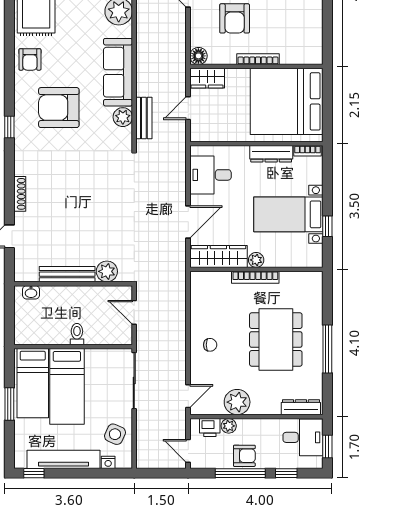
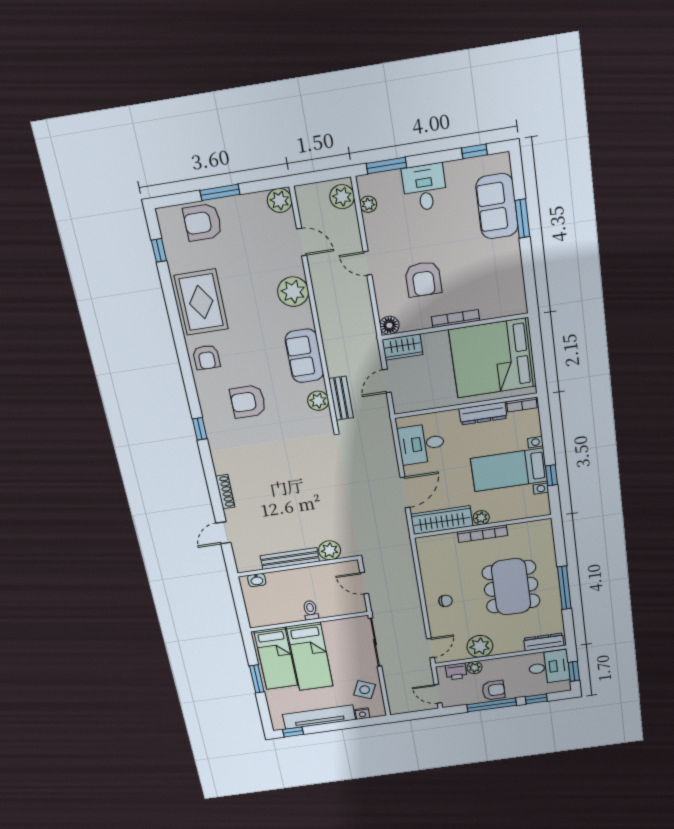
sofa: (118, 72) -> (304, 356), width x0.73
armchair: (59, 108) -> (248, 402), width x0.73, depth x0.73

